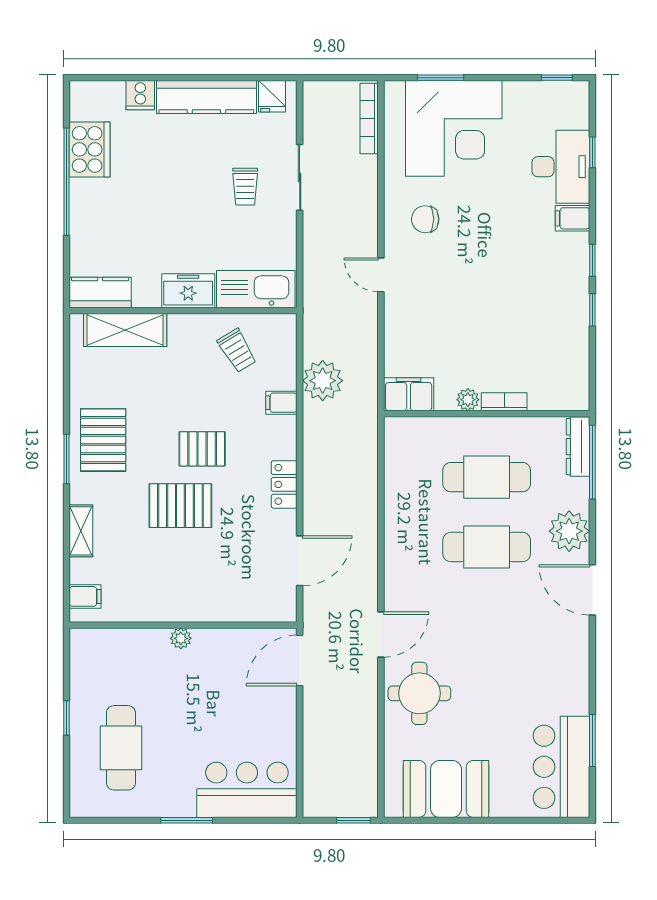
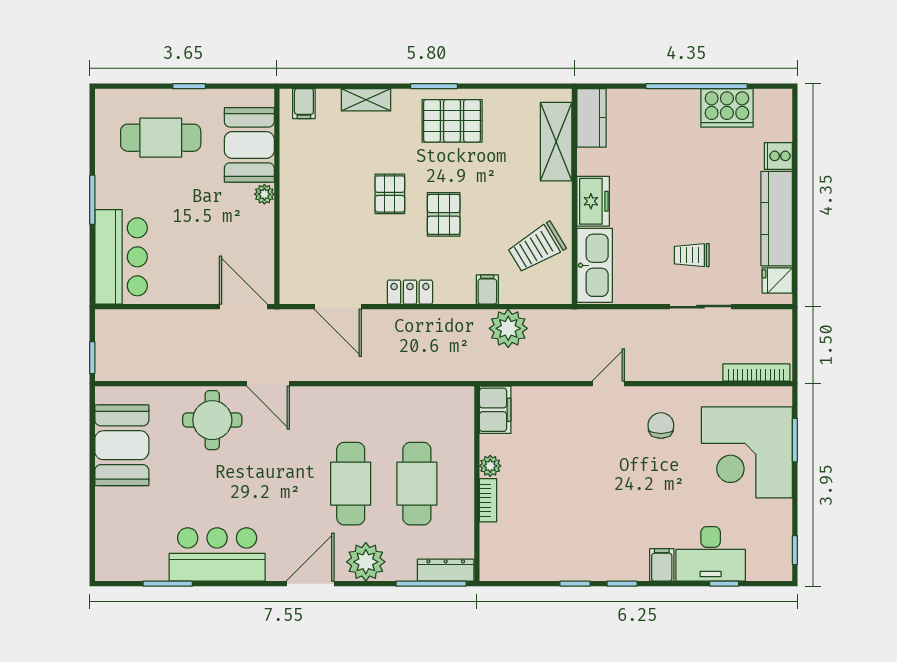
trolley: (237, 351) -> (537, 247), width x1.36, depth x1.39
pallet: (180, 506) -> (390, 194), width x0.67, depth x0.71
booth: (129, 654) -> (249, 145), added
bar counter: (561, 767) -> (217, 554), moved

